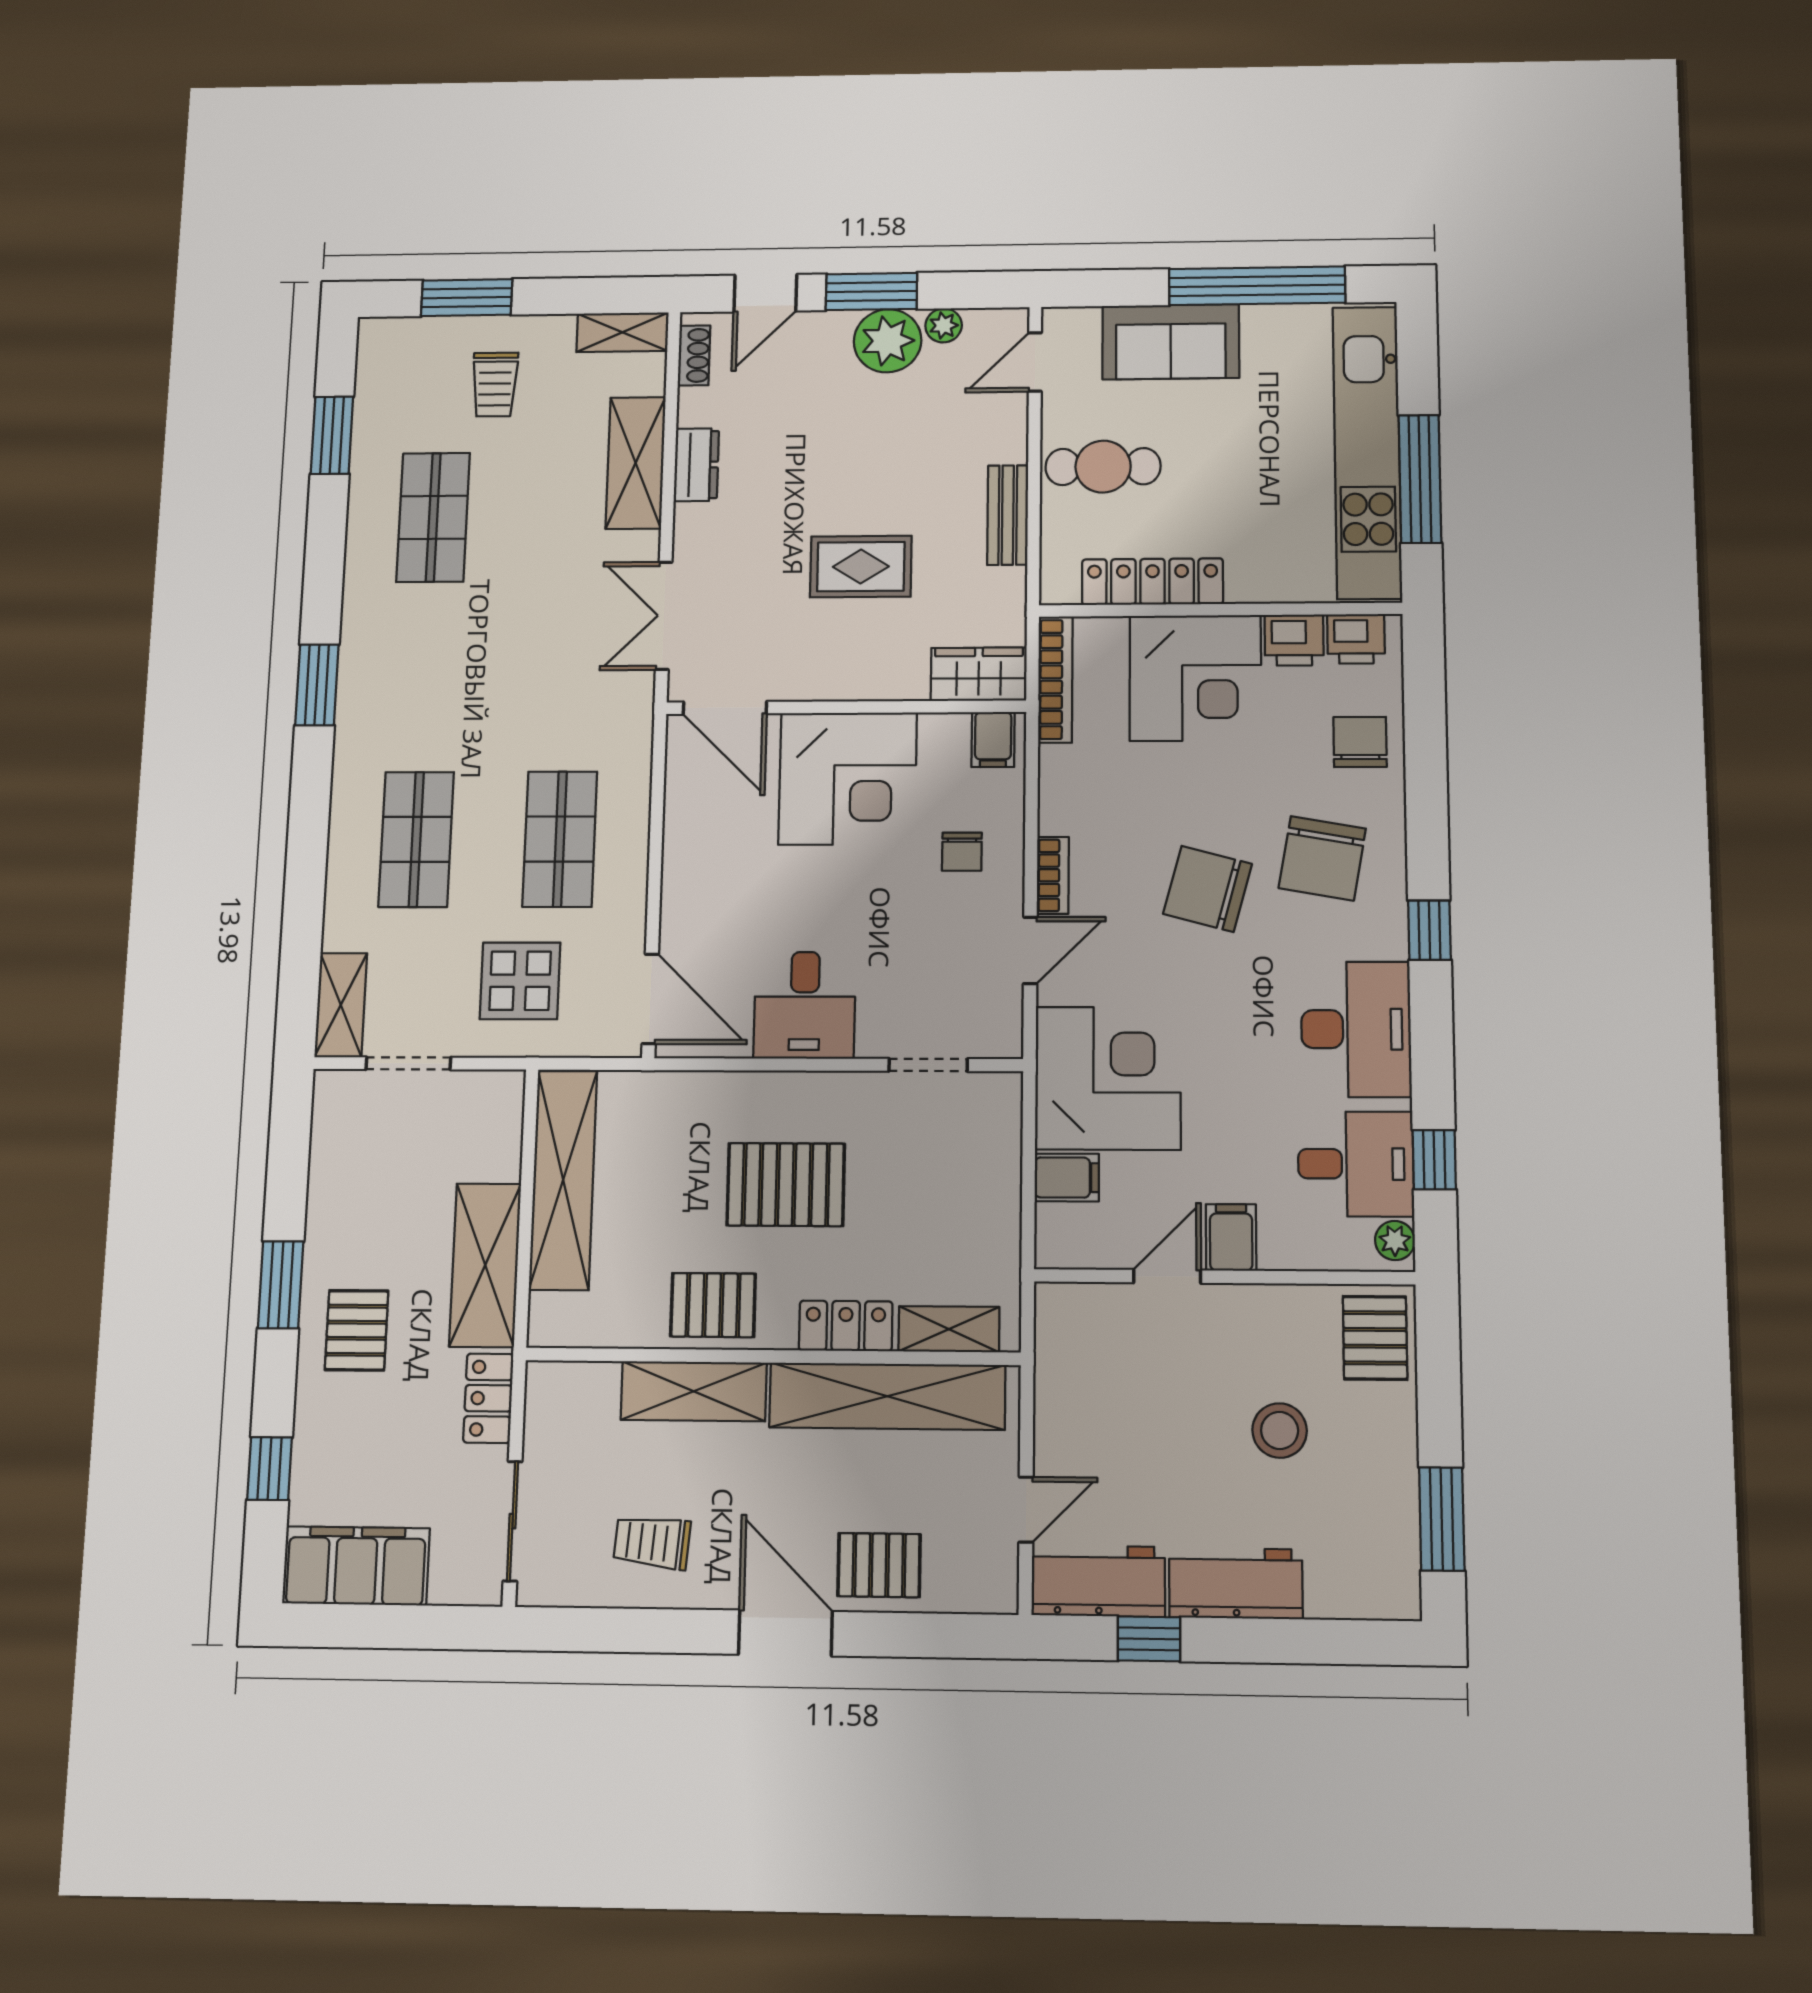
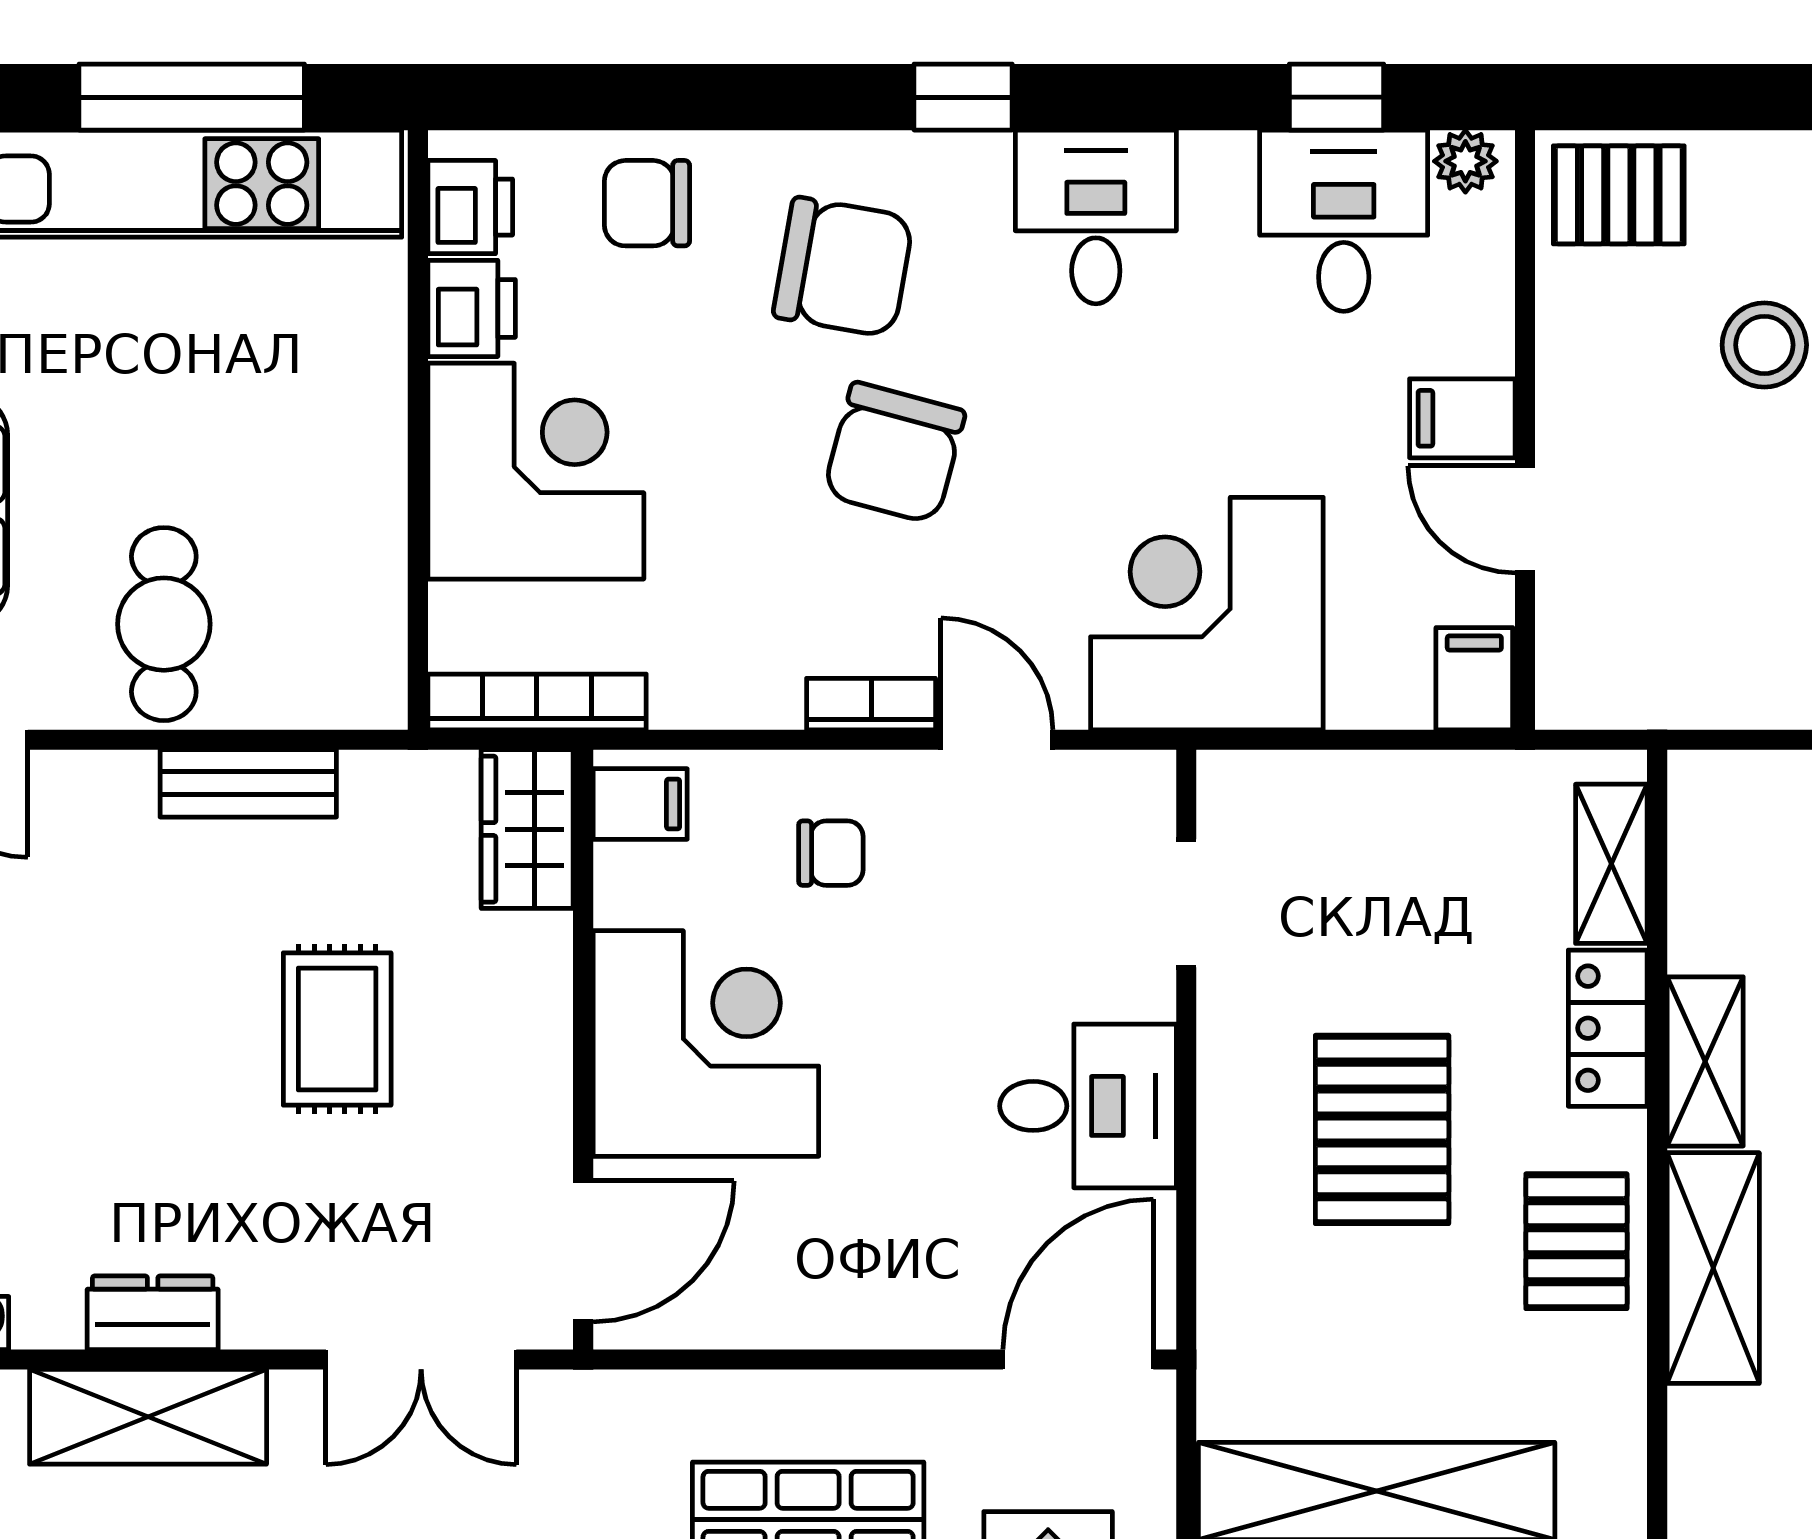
locker: (1152, 582) -> (368, 541), removed
desk: (1356, 1029) -> (1096, 217), width x0.73
filing cabinet: (1067, 1178) -> (1474, 679), moved
shelving: (887, 1396) -> (1705, 1061), width x0.45, depth x0.75

